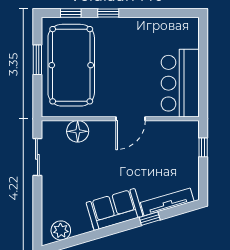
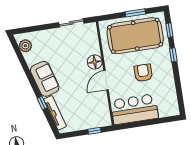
armchair: (128, 62) -> (143, 73), added
door: (131, 119) -> (106, 80), hinge flipped
floor lamp: (78, 131) -> (95, 62), moved

